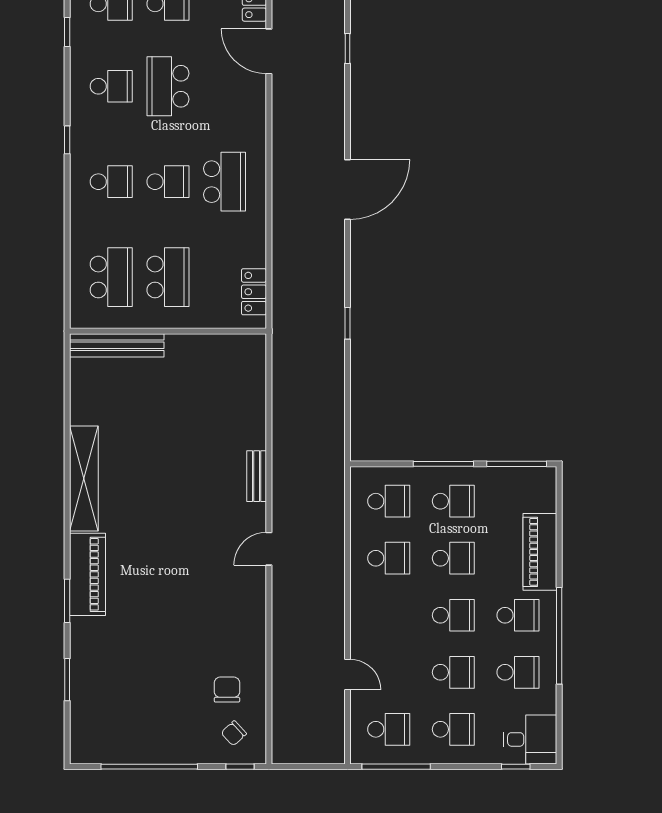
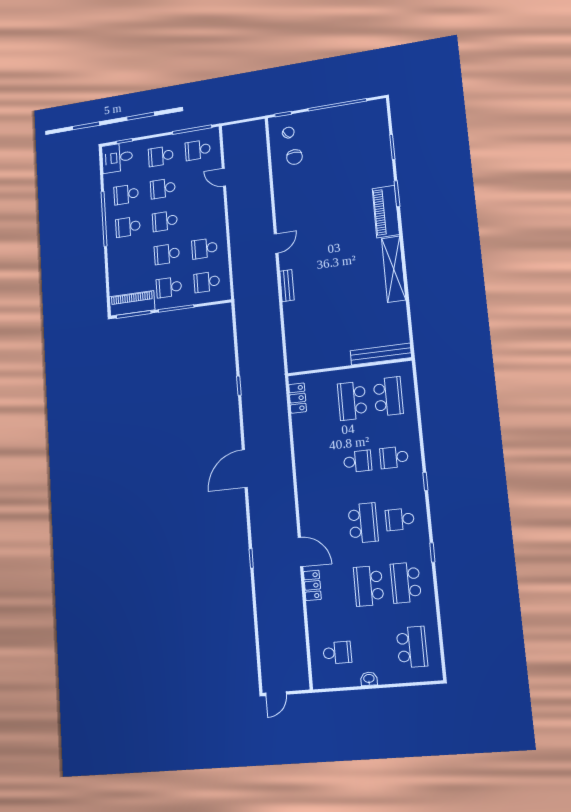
school desk: (168, 182) -> (358, 461), turned 180
school desk: (225, 182) -> (322, 465), removed
school desk: (111, 277) -> (388, 396), turned 180
piano: (540, 552) -> (132, 303), moved, turned -90

